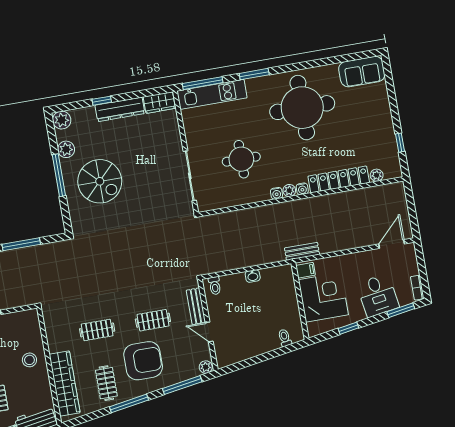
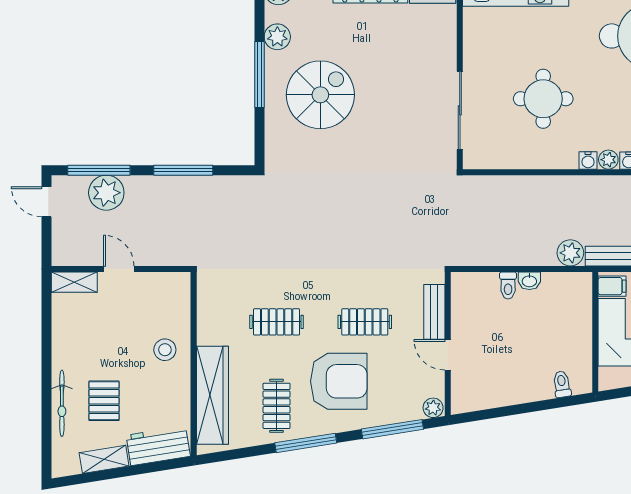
spiral stairs: (100, 181) -> (320, 95), turned -90
plant: (276, 254) -> (570, 253), added
toilet: (215, 286) -> (508, 285), moved

